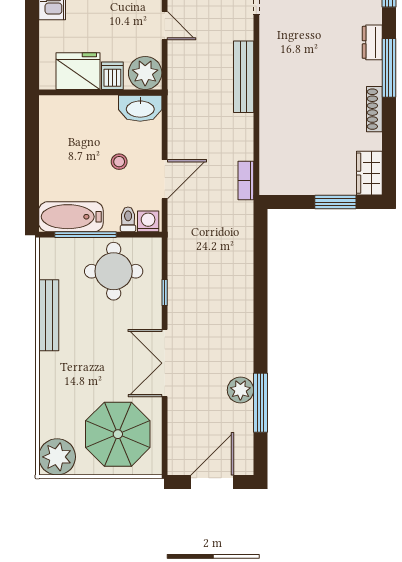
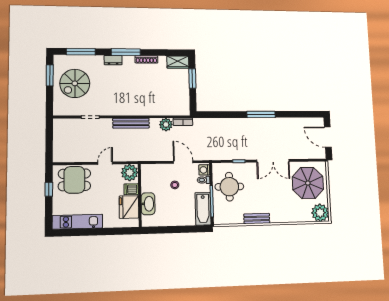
washbasin: (140, 108) -> (148, 204), moved
bench: (49, 315) -> (257, 219), width x0.73
plant: (240, 390) -> (166, 125), moved
window: (260, 403) -> (261, 114), moved

